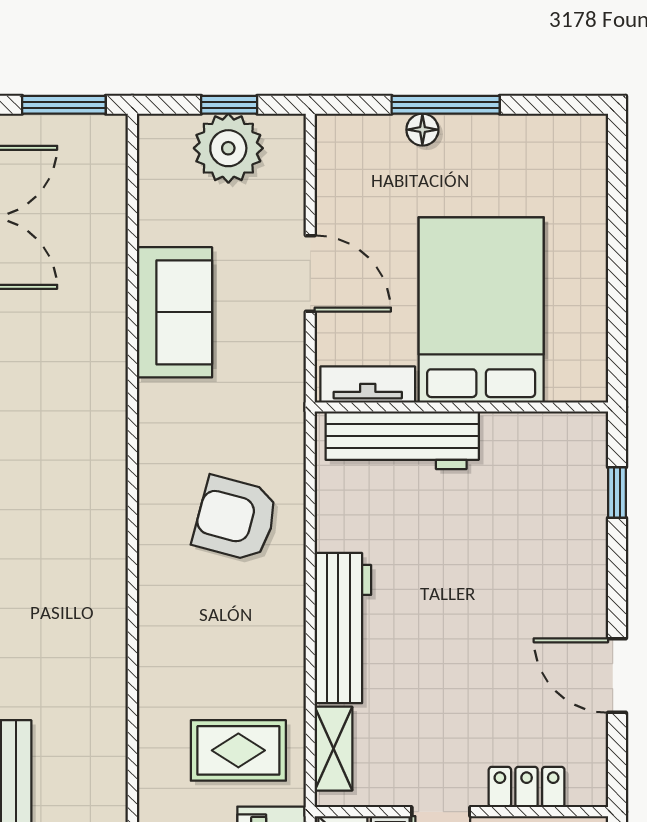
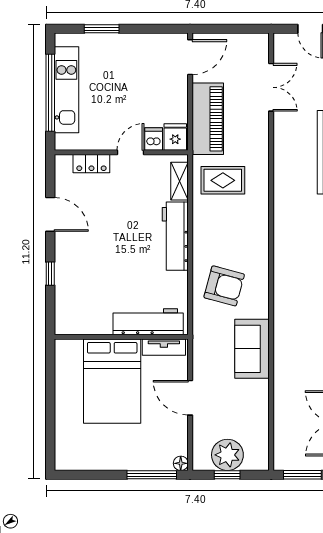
window: (446, 105) -> (152, 475), moved
floor lamp: (422, 130) -> (181, 463), moved
sofa: (174, 312) -> (252, 349), moved
window: (617, 492) -> (50, 274), moved

